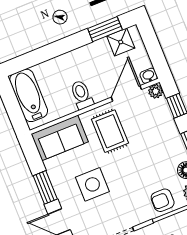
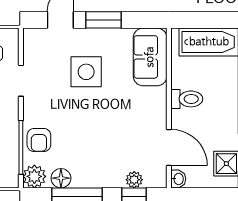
plant: (156, 91) -> (134, 180), moved
rug: (110, 131) -> (136, 114), removed
armchair: (163, 200) -> (39, 140), turned 180

